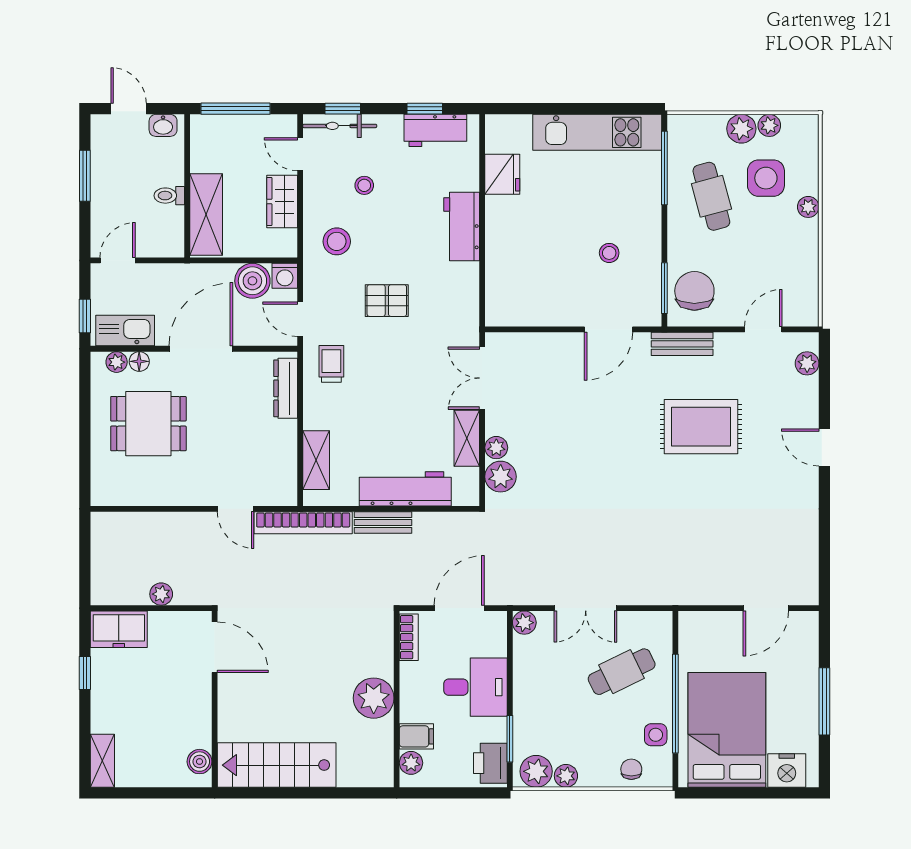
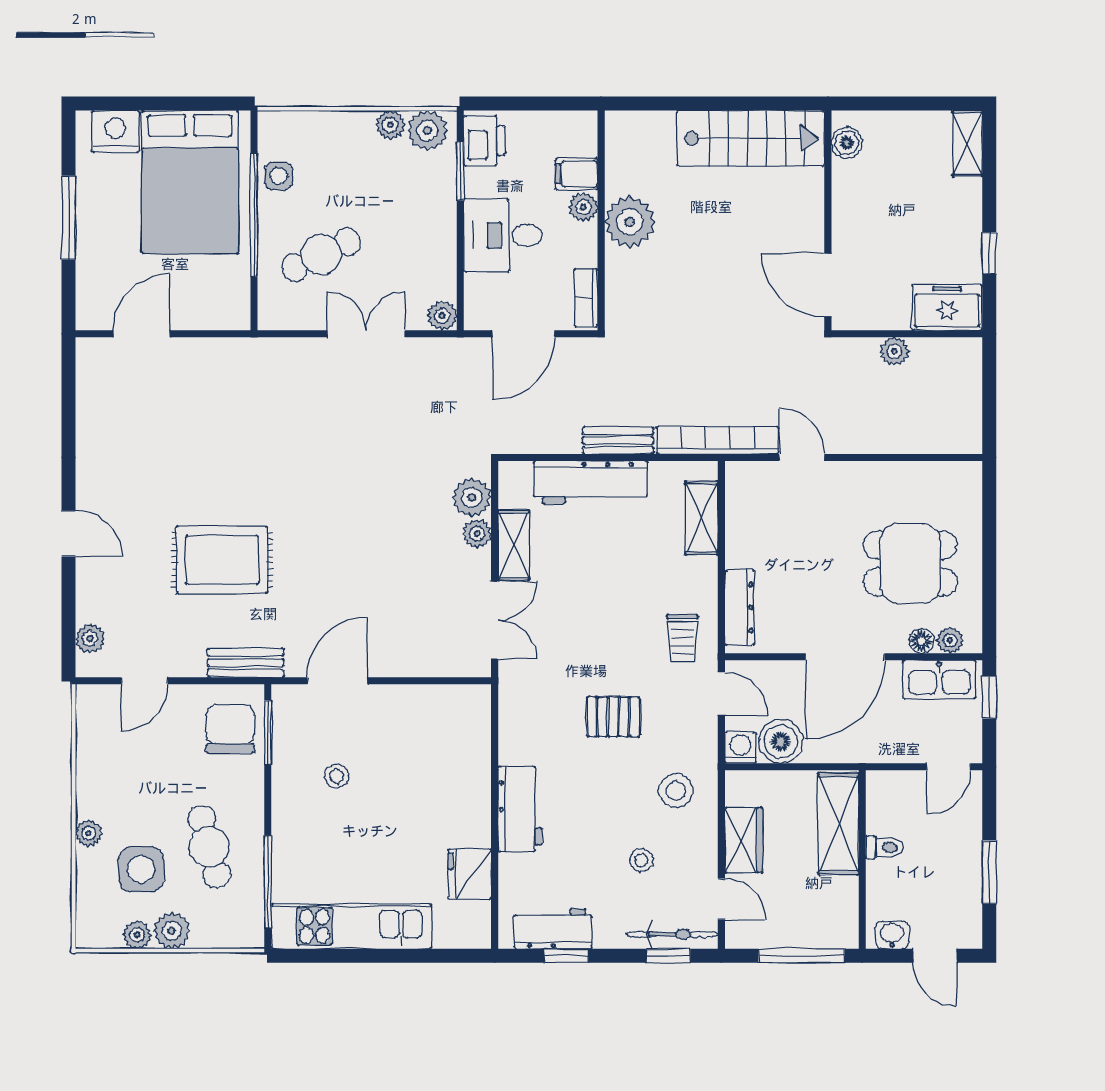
chair: (694, 291) -> (230, 729), turned 180
plant: (411, 763) -> (583, 207), moved
chair: (631, 769) -> (309, 133), removed

